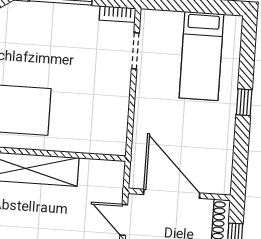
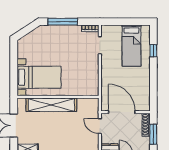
window: (244, 102) -> (153, 51), moved

